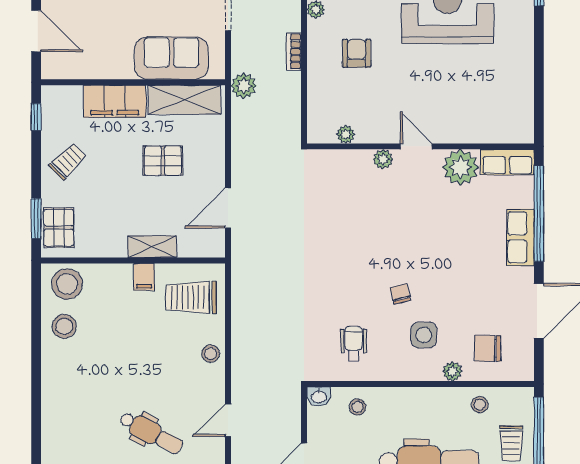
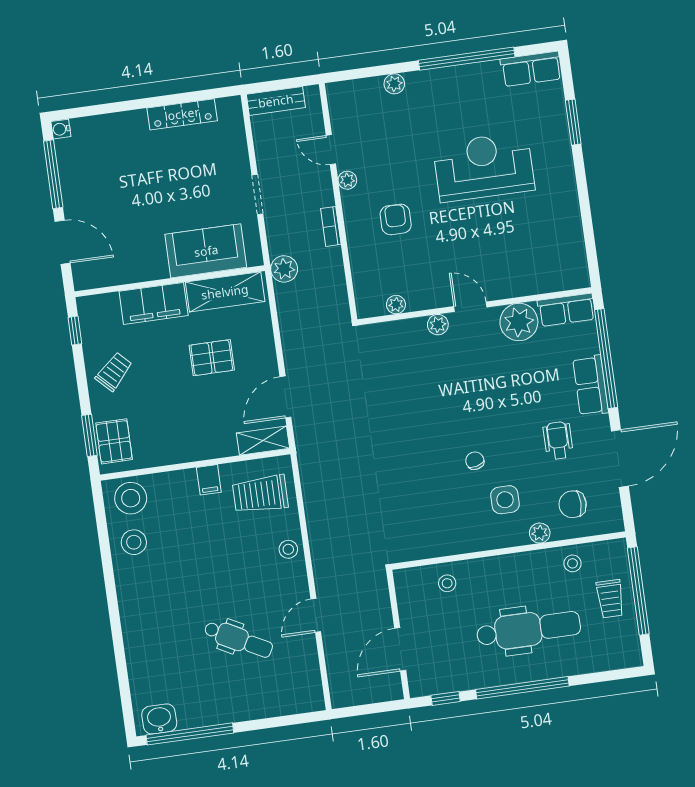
shelving: (152, 247) -> (263, 441), moved
wheelchair: (354, 344) -> (558, 440), moved
washbasin: (319, 396) -> (406, 578), removed

